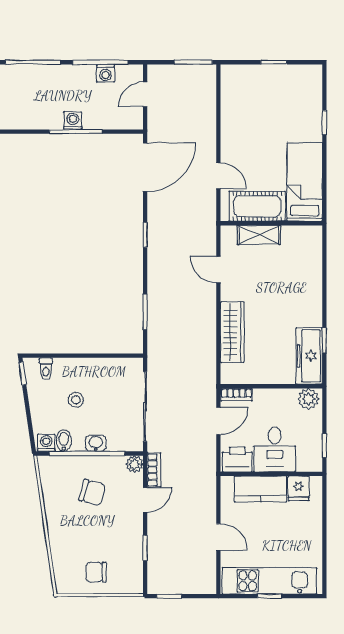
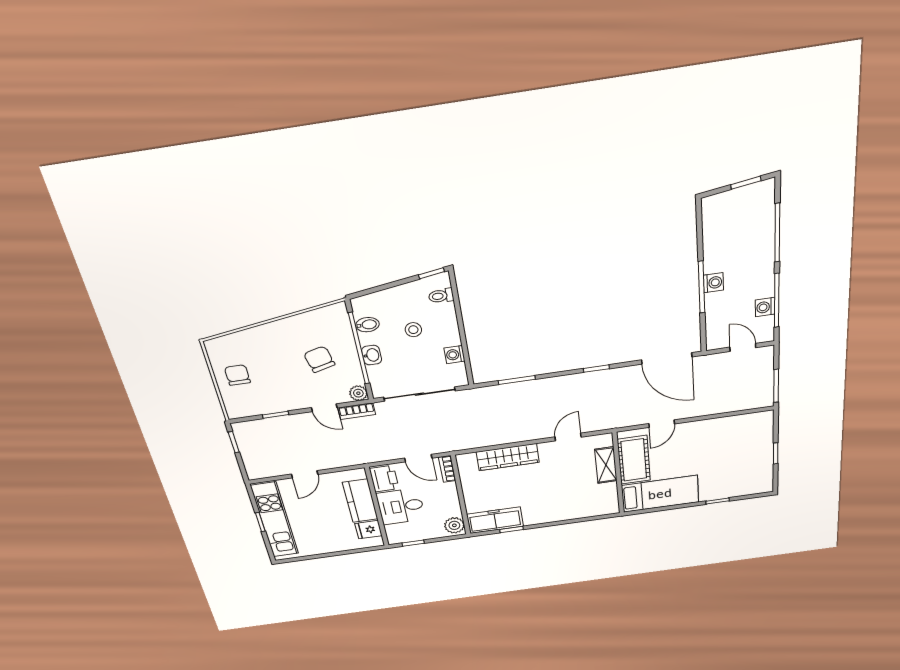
washing machine: (46, 443) -> (454, 355), moved, turned 180
chair: (92, 492) -> (319, 359), turned 150

